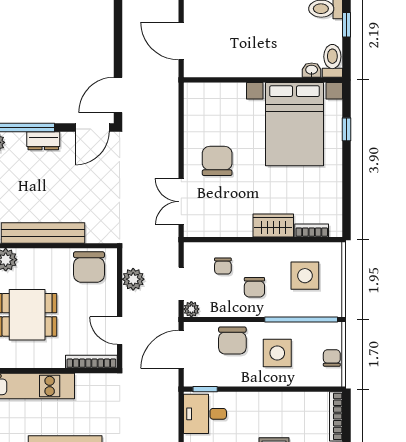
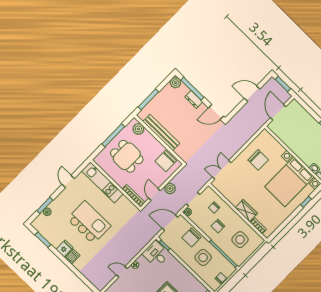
door: (118, 95) -> (252, 94), moved
chair: (217, 161) -> (258, 160), moved, turned 90
plant: (133, 279) -> (170, 188), moved

